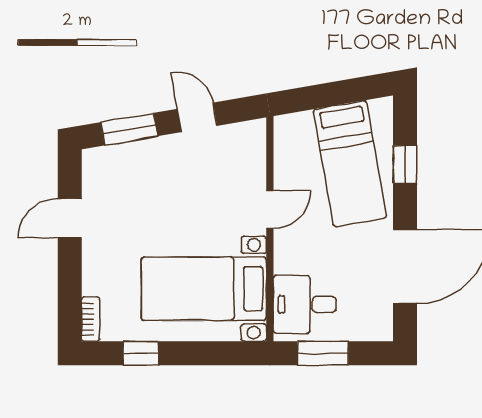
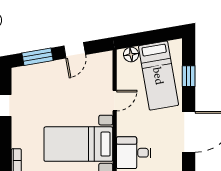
door: (197, 117) -> (75, 50), swing flipped
floor lamp: (300, 125) -> (131, 55), added

